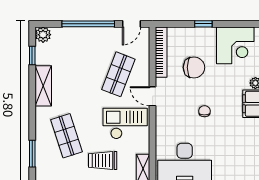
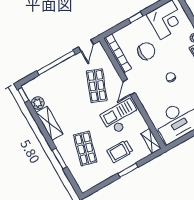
plant: (43, 35) -> (38, 103), moved
window: (32, 55) -> (23, 95), moved
door: (153, 96) -> (129, 87), hinge flipped
shop shelf: (66, 136) -> (85, 148), turned 33
window: (32, 154) -> (60, 159), moved

